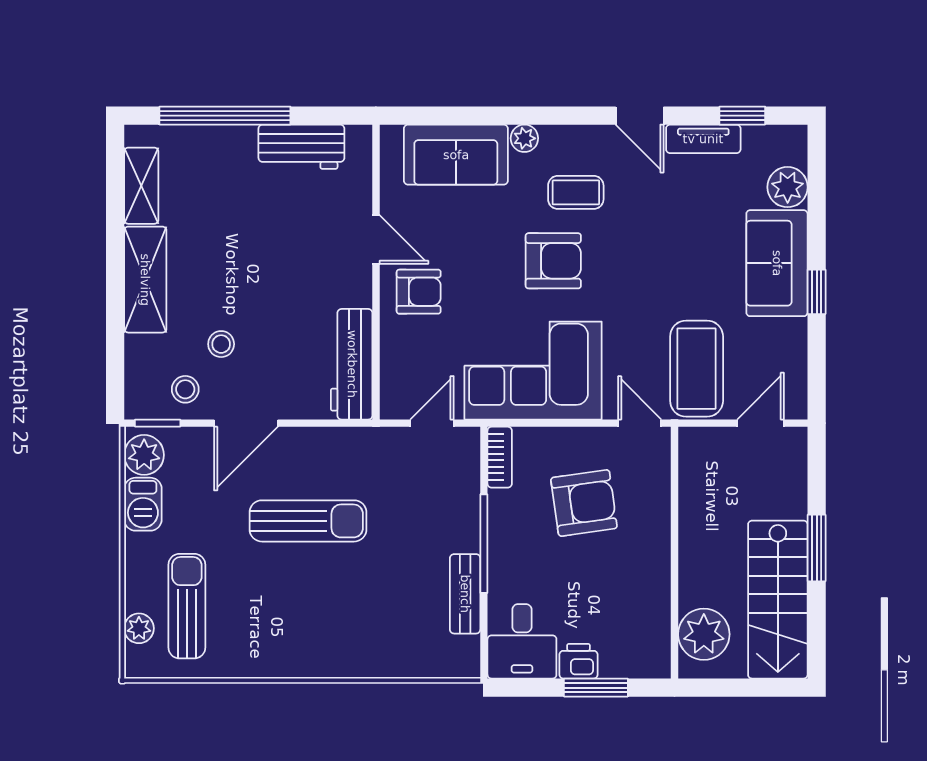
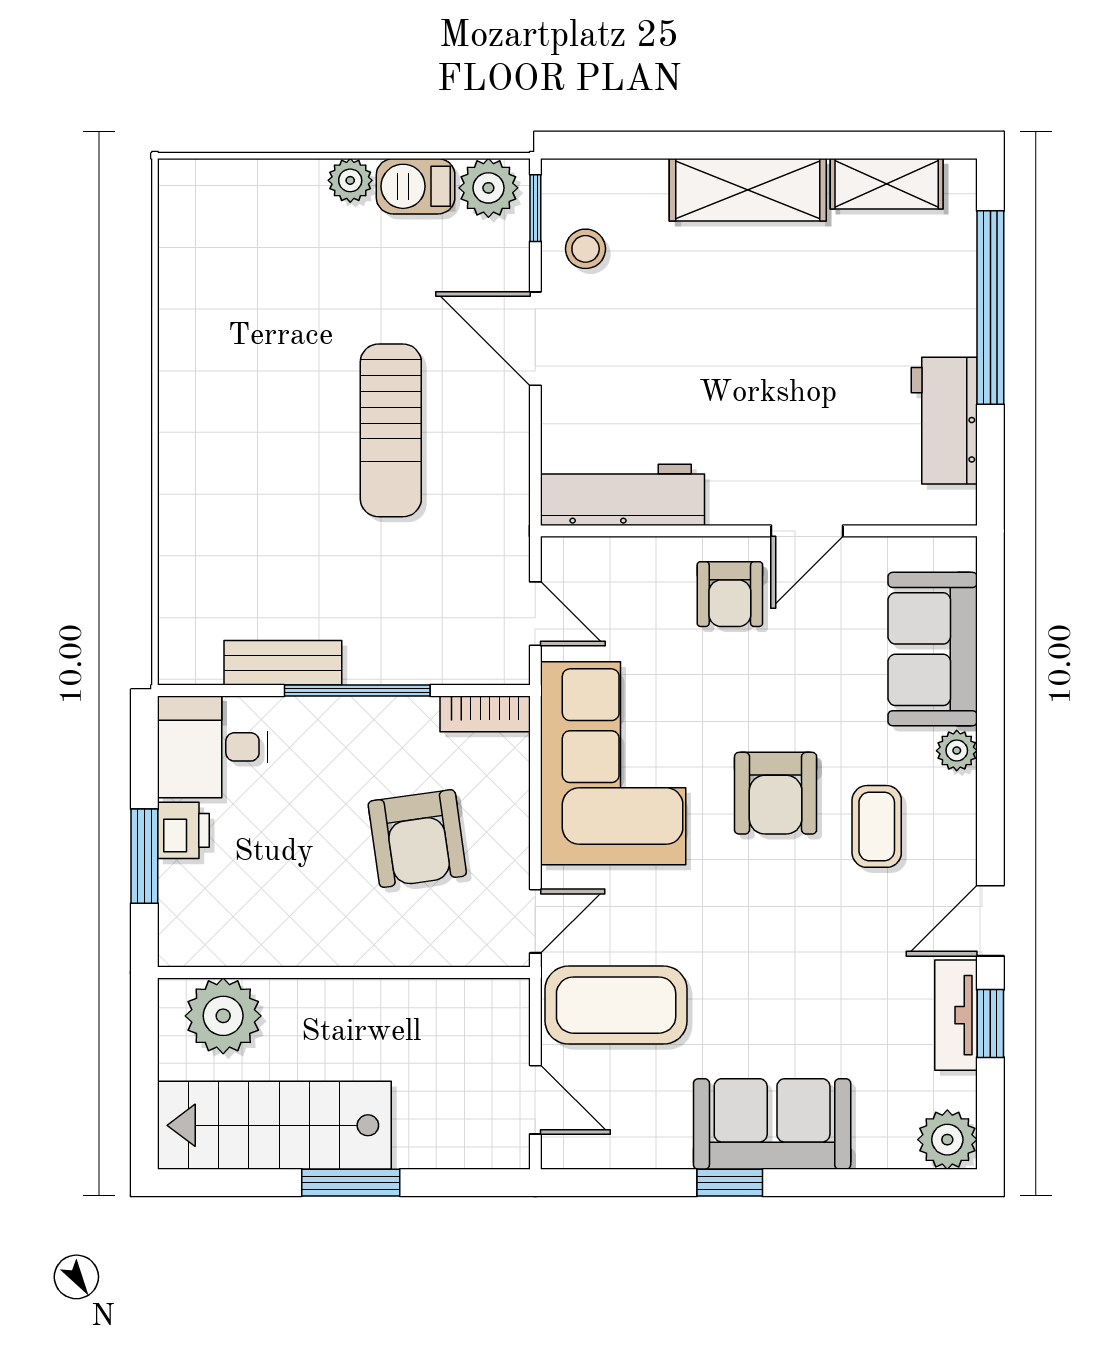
window: (742, 116) -> (990, 1024), moved
plant: (788, 187) -> (947, 1140), moved
stool: (221, 344) -> (652, 302), removed
sun lounger: (187, 606) -> (265, 251), removed
plant: (139, 628) -> (350, 180), moved

